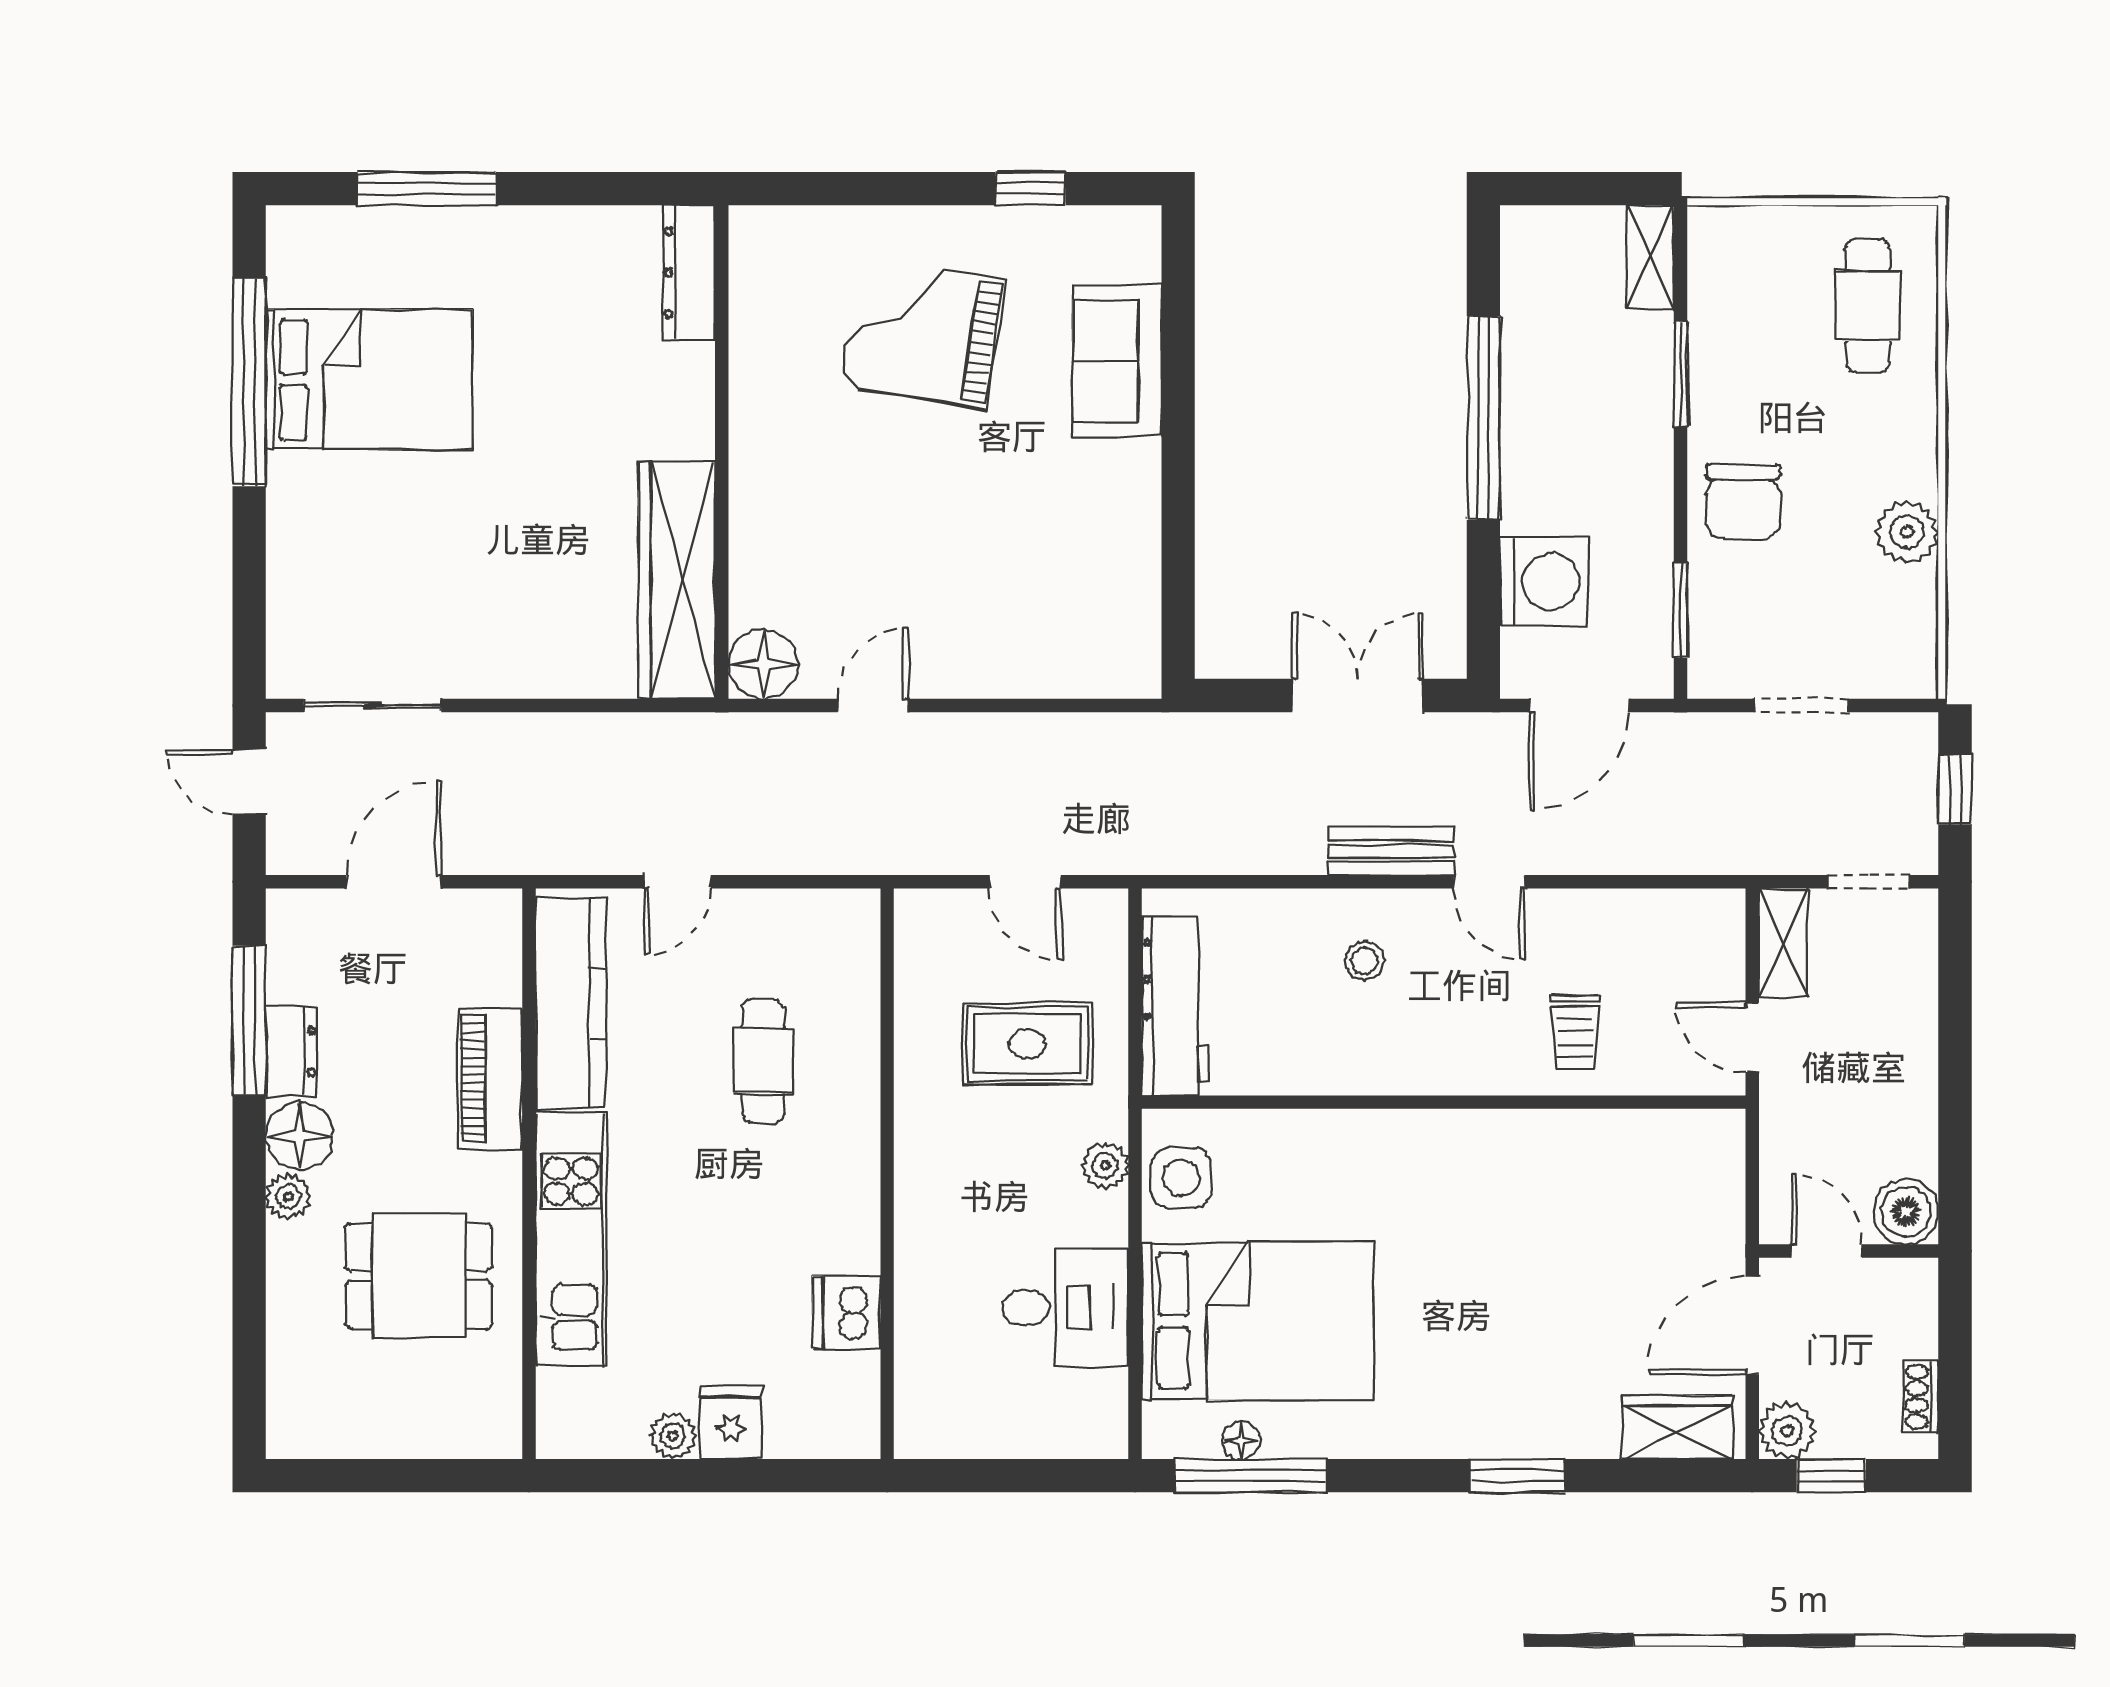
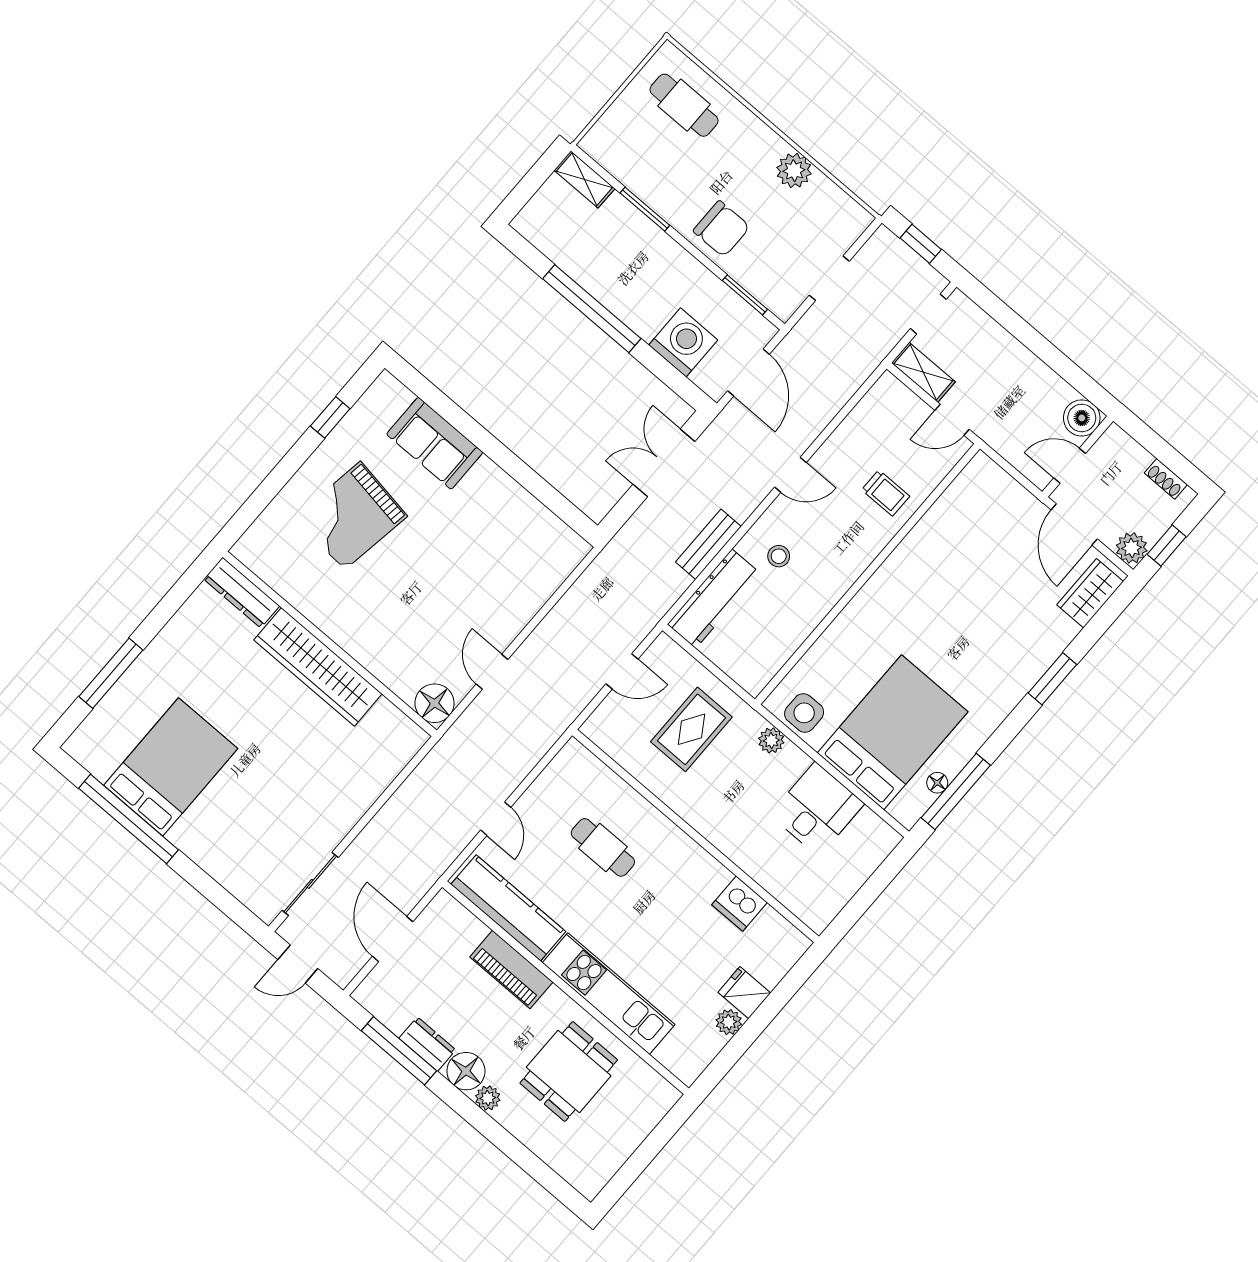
wardrobe: (677, 580) -> (318, 667), moved
bench: (1390, 851) -> (708, 544), moved
workbench: (1175, 1006) -> (714, 599), moved, turned 90

